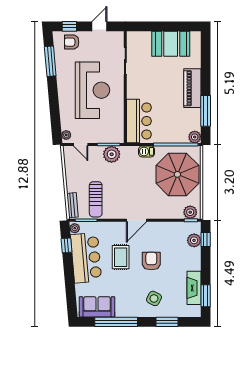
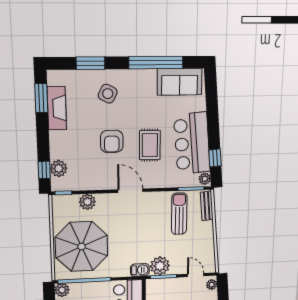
barbecue: (147, 151) -> (140, 270), moved
plant: (190, 212) -> (87, 202), moved
door: (136, 220) -> (130, 191), hinge flipped

